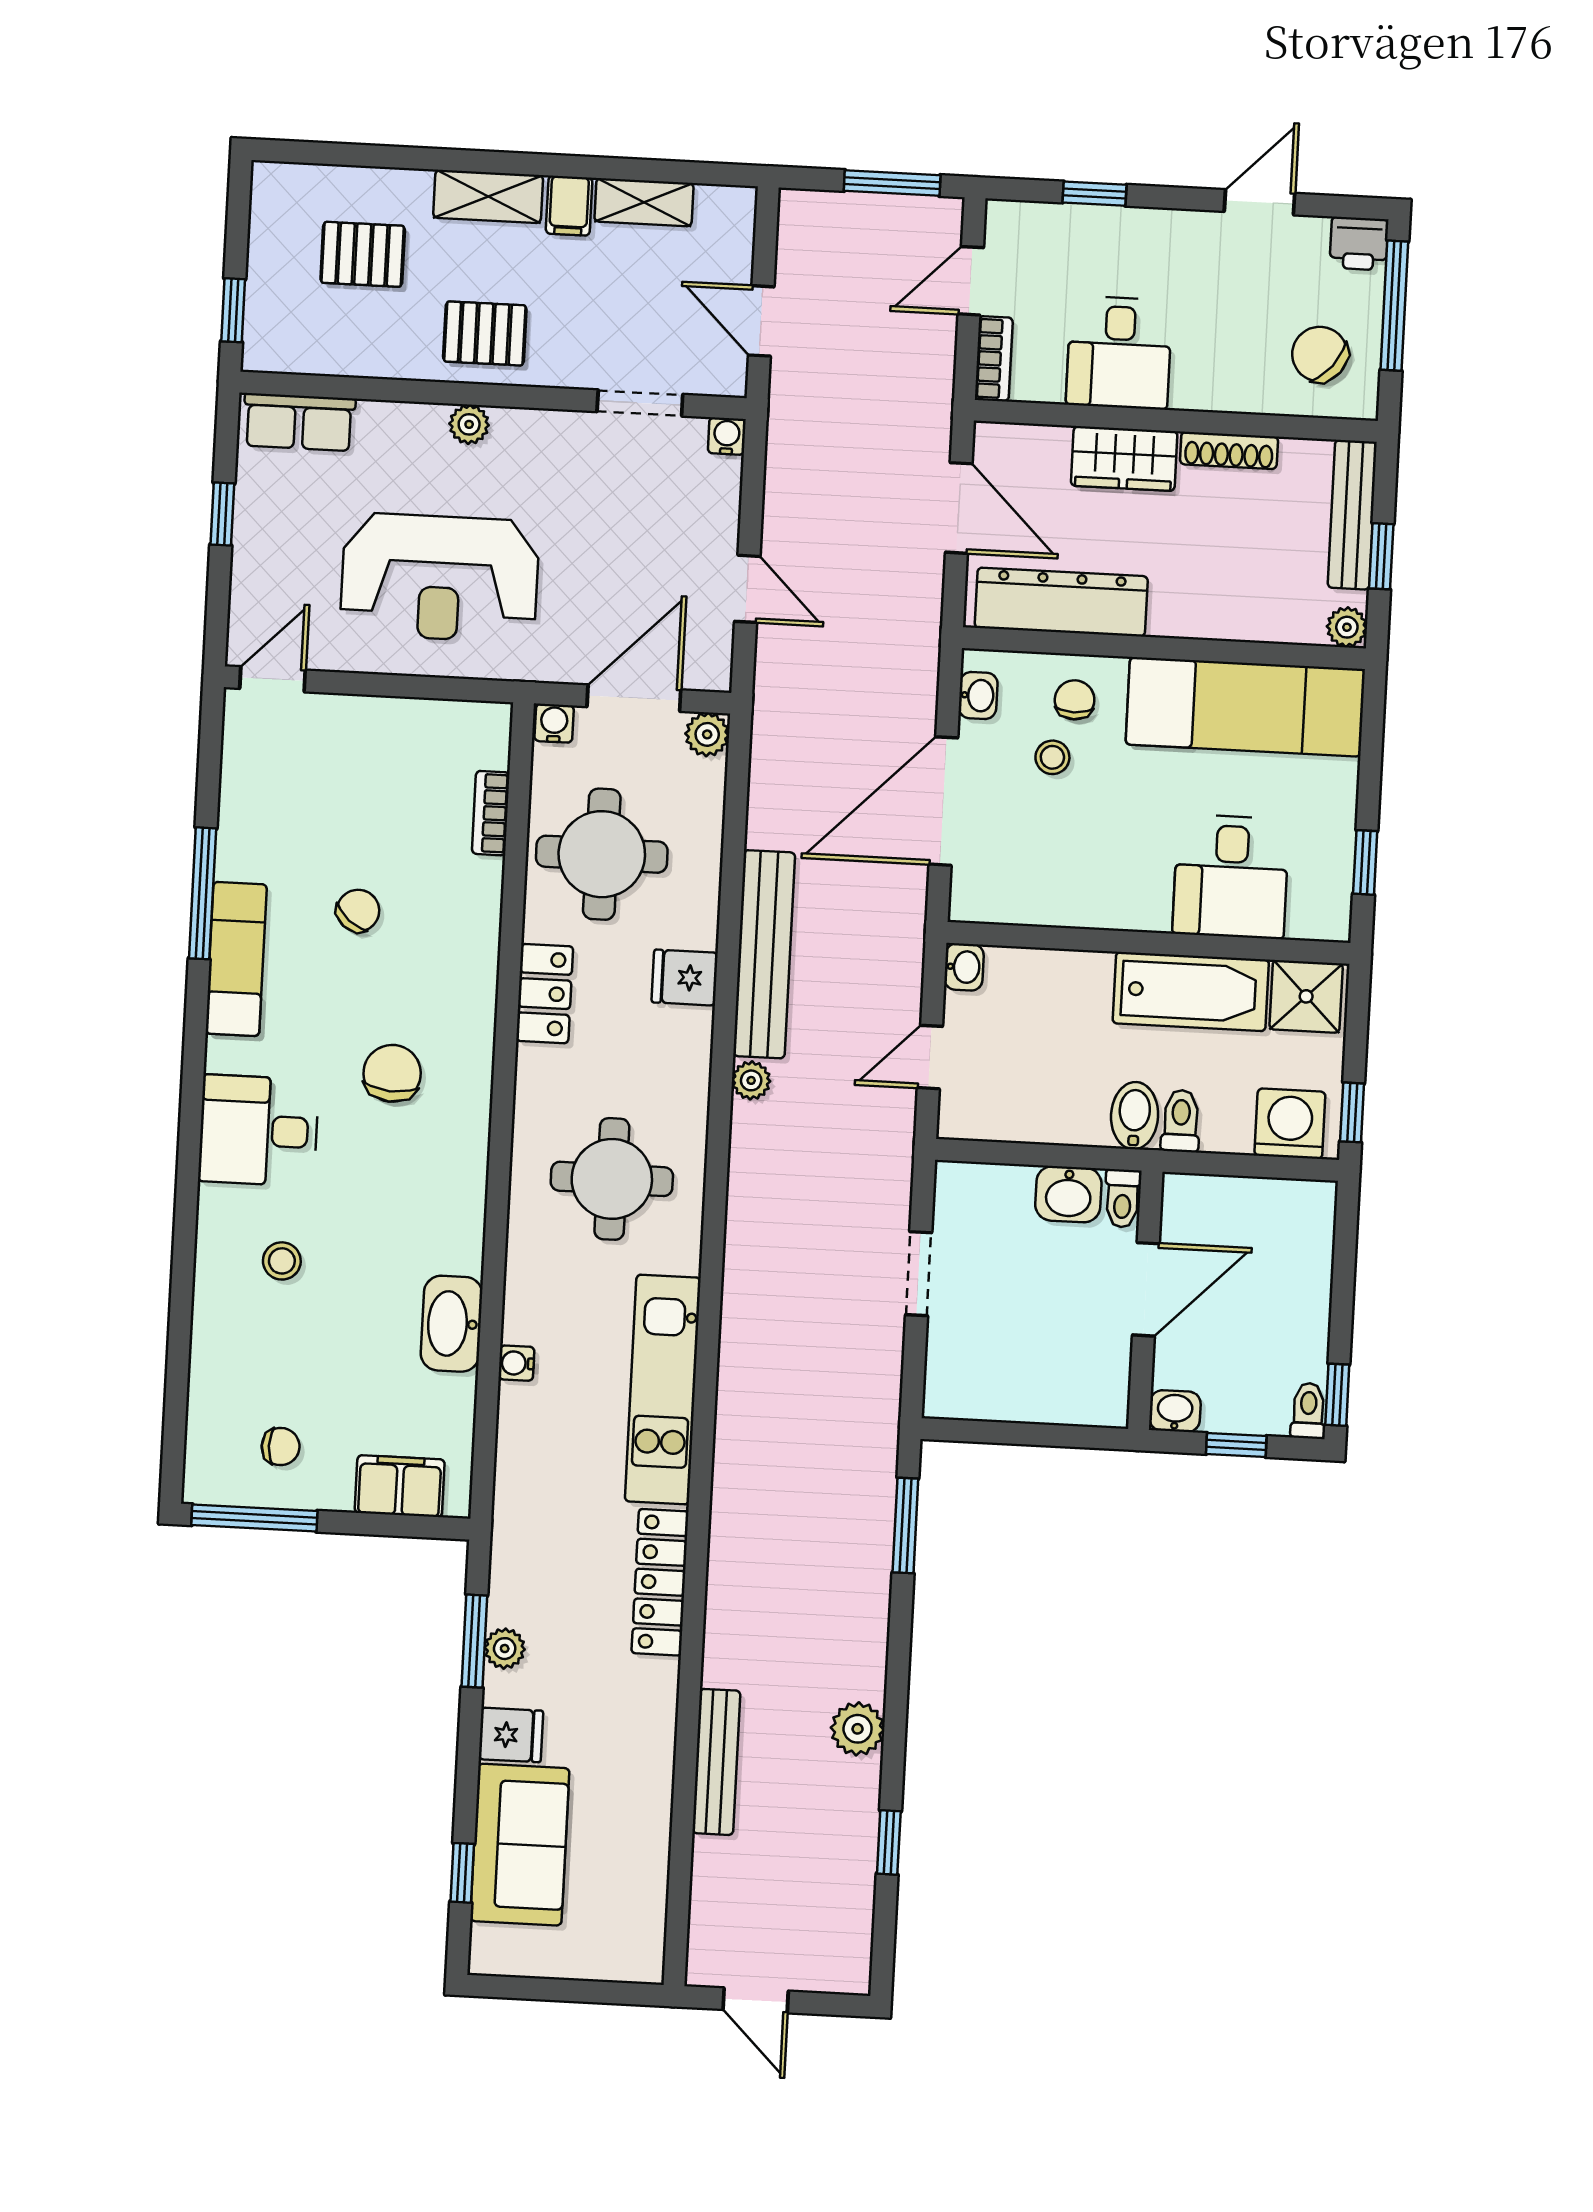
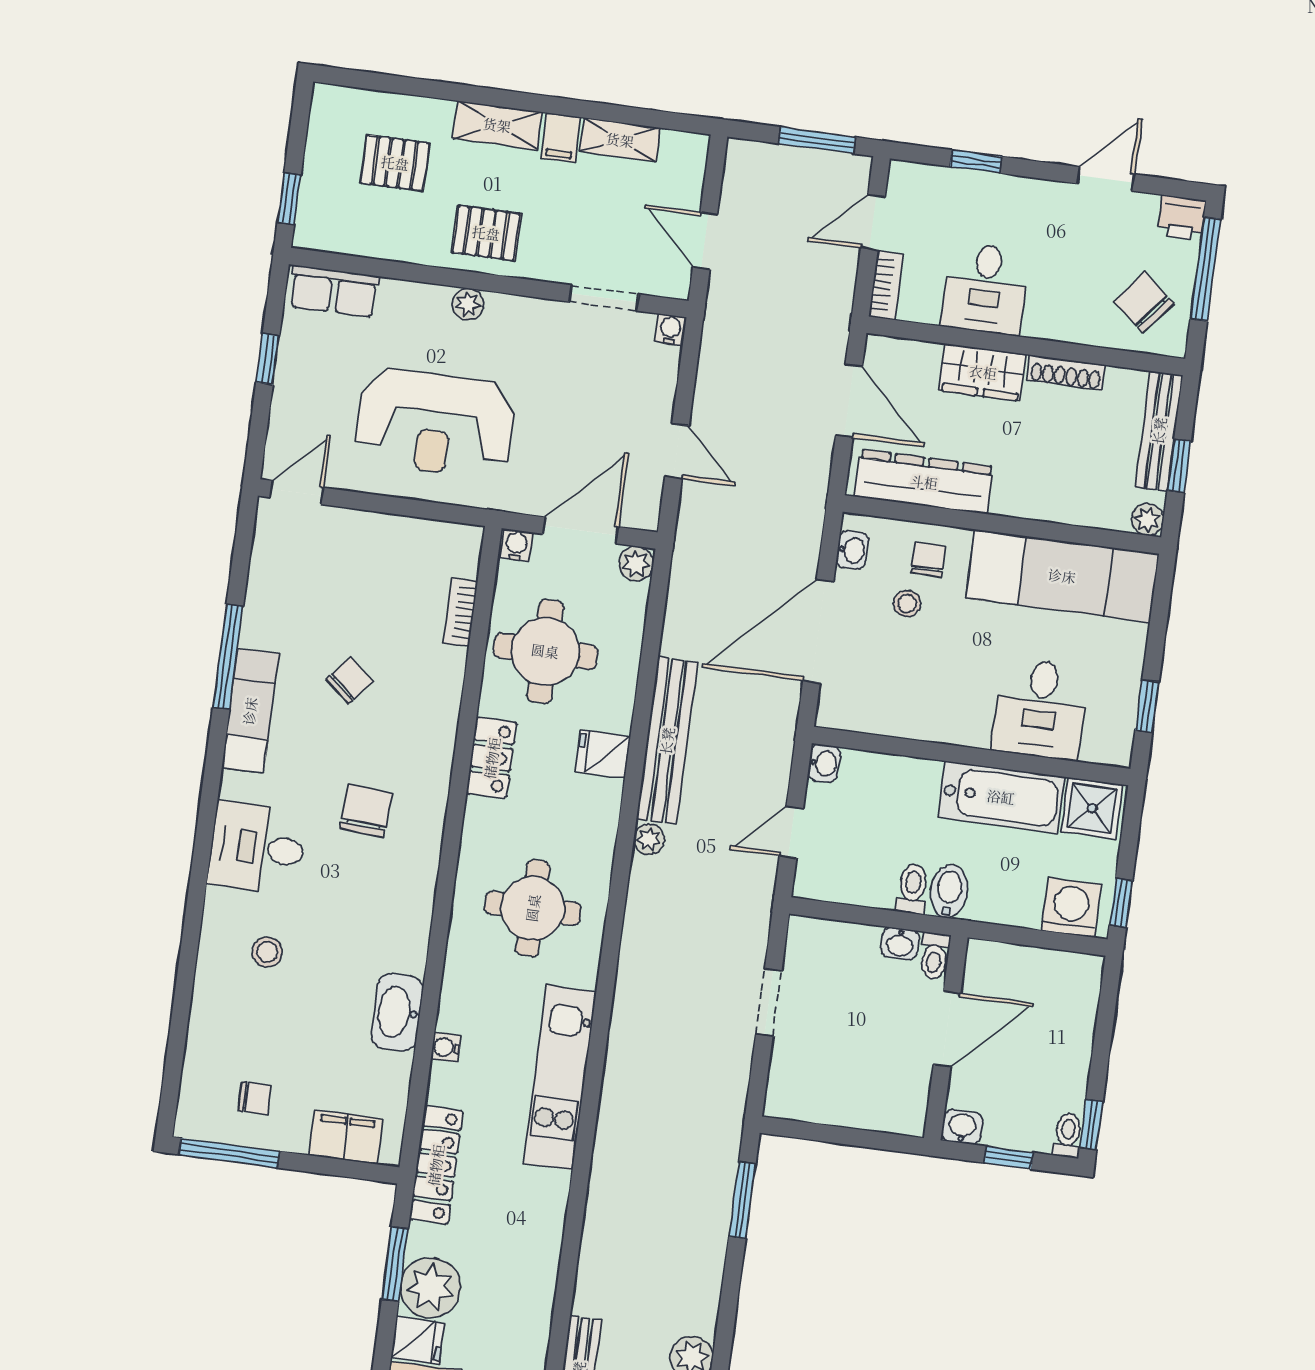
toilet: (1181, 1121) -> (912, 889), moved
washbasin: (1068, 1194) -> (900, 943), width x0.72, depth x0.69
locker: (660, 1582) -> (436, 1165), moved, turned 180
plant: (505, 1649) -> (430, 1288), width x1.88, depth x1.88

